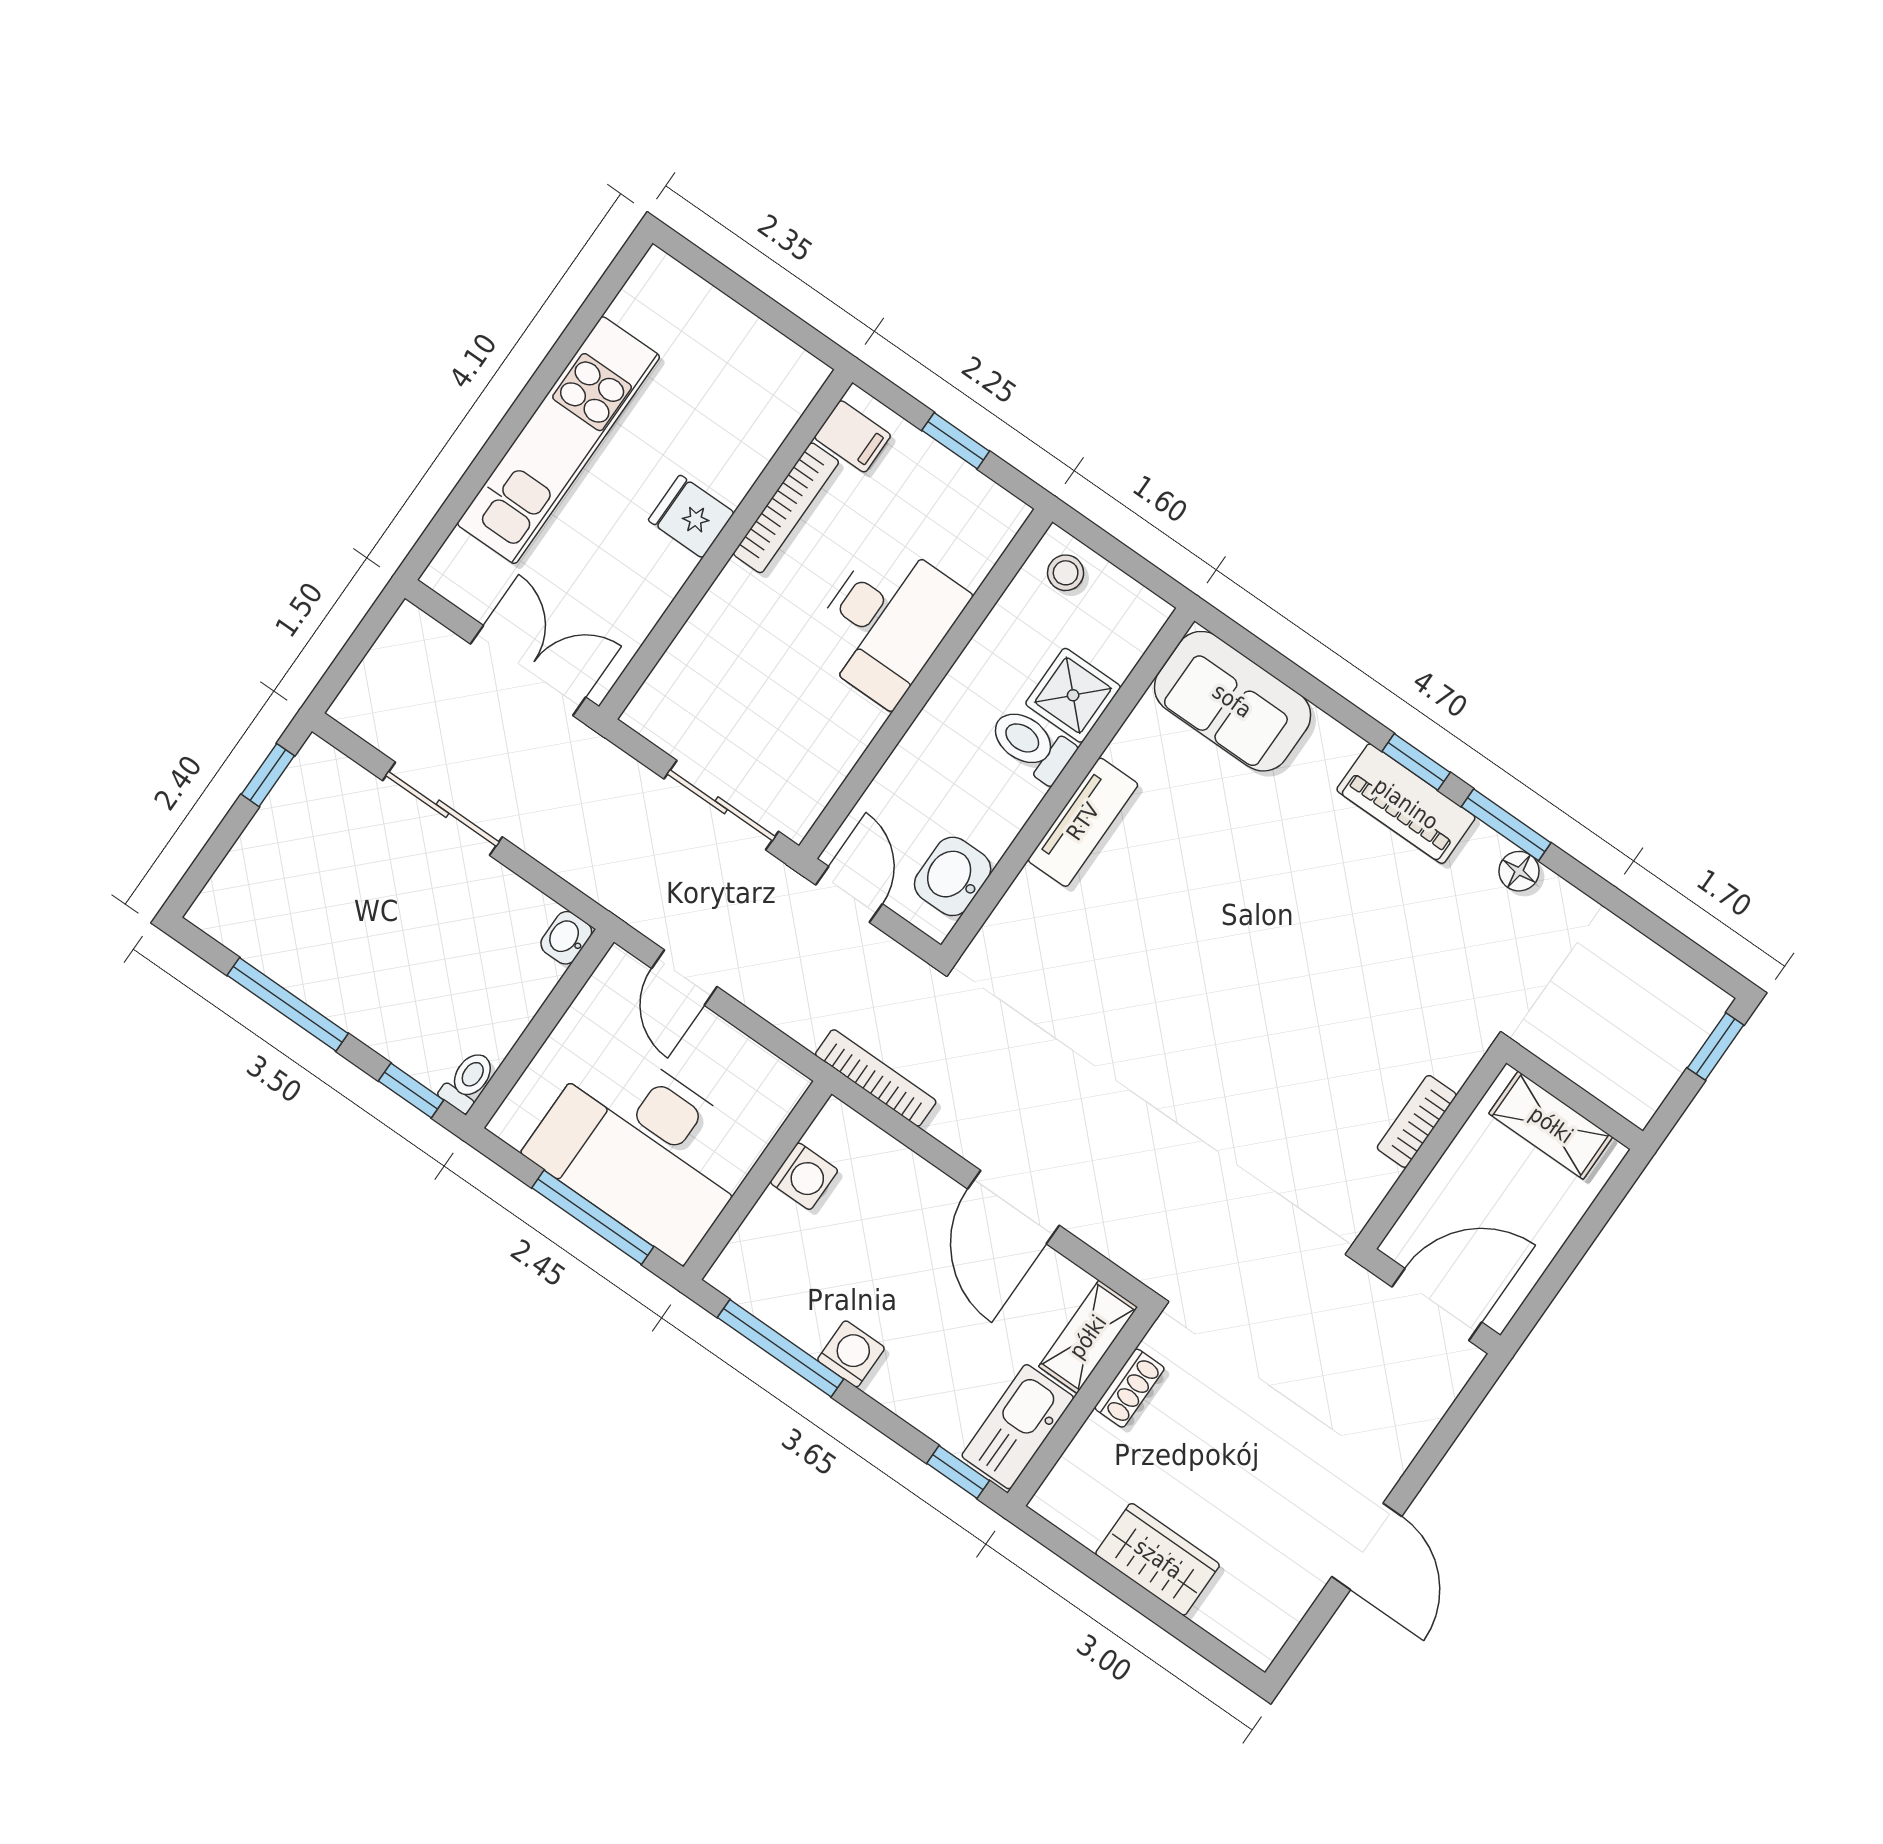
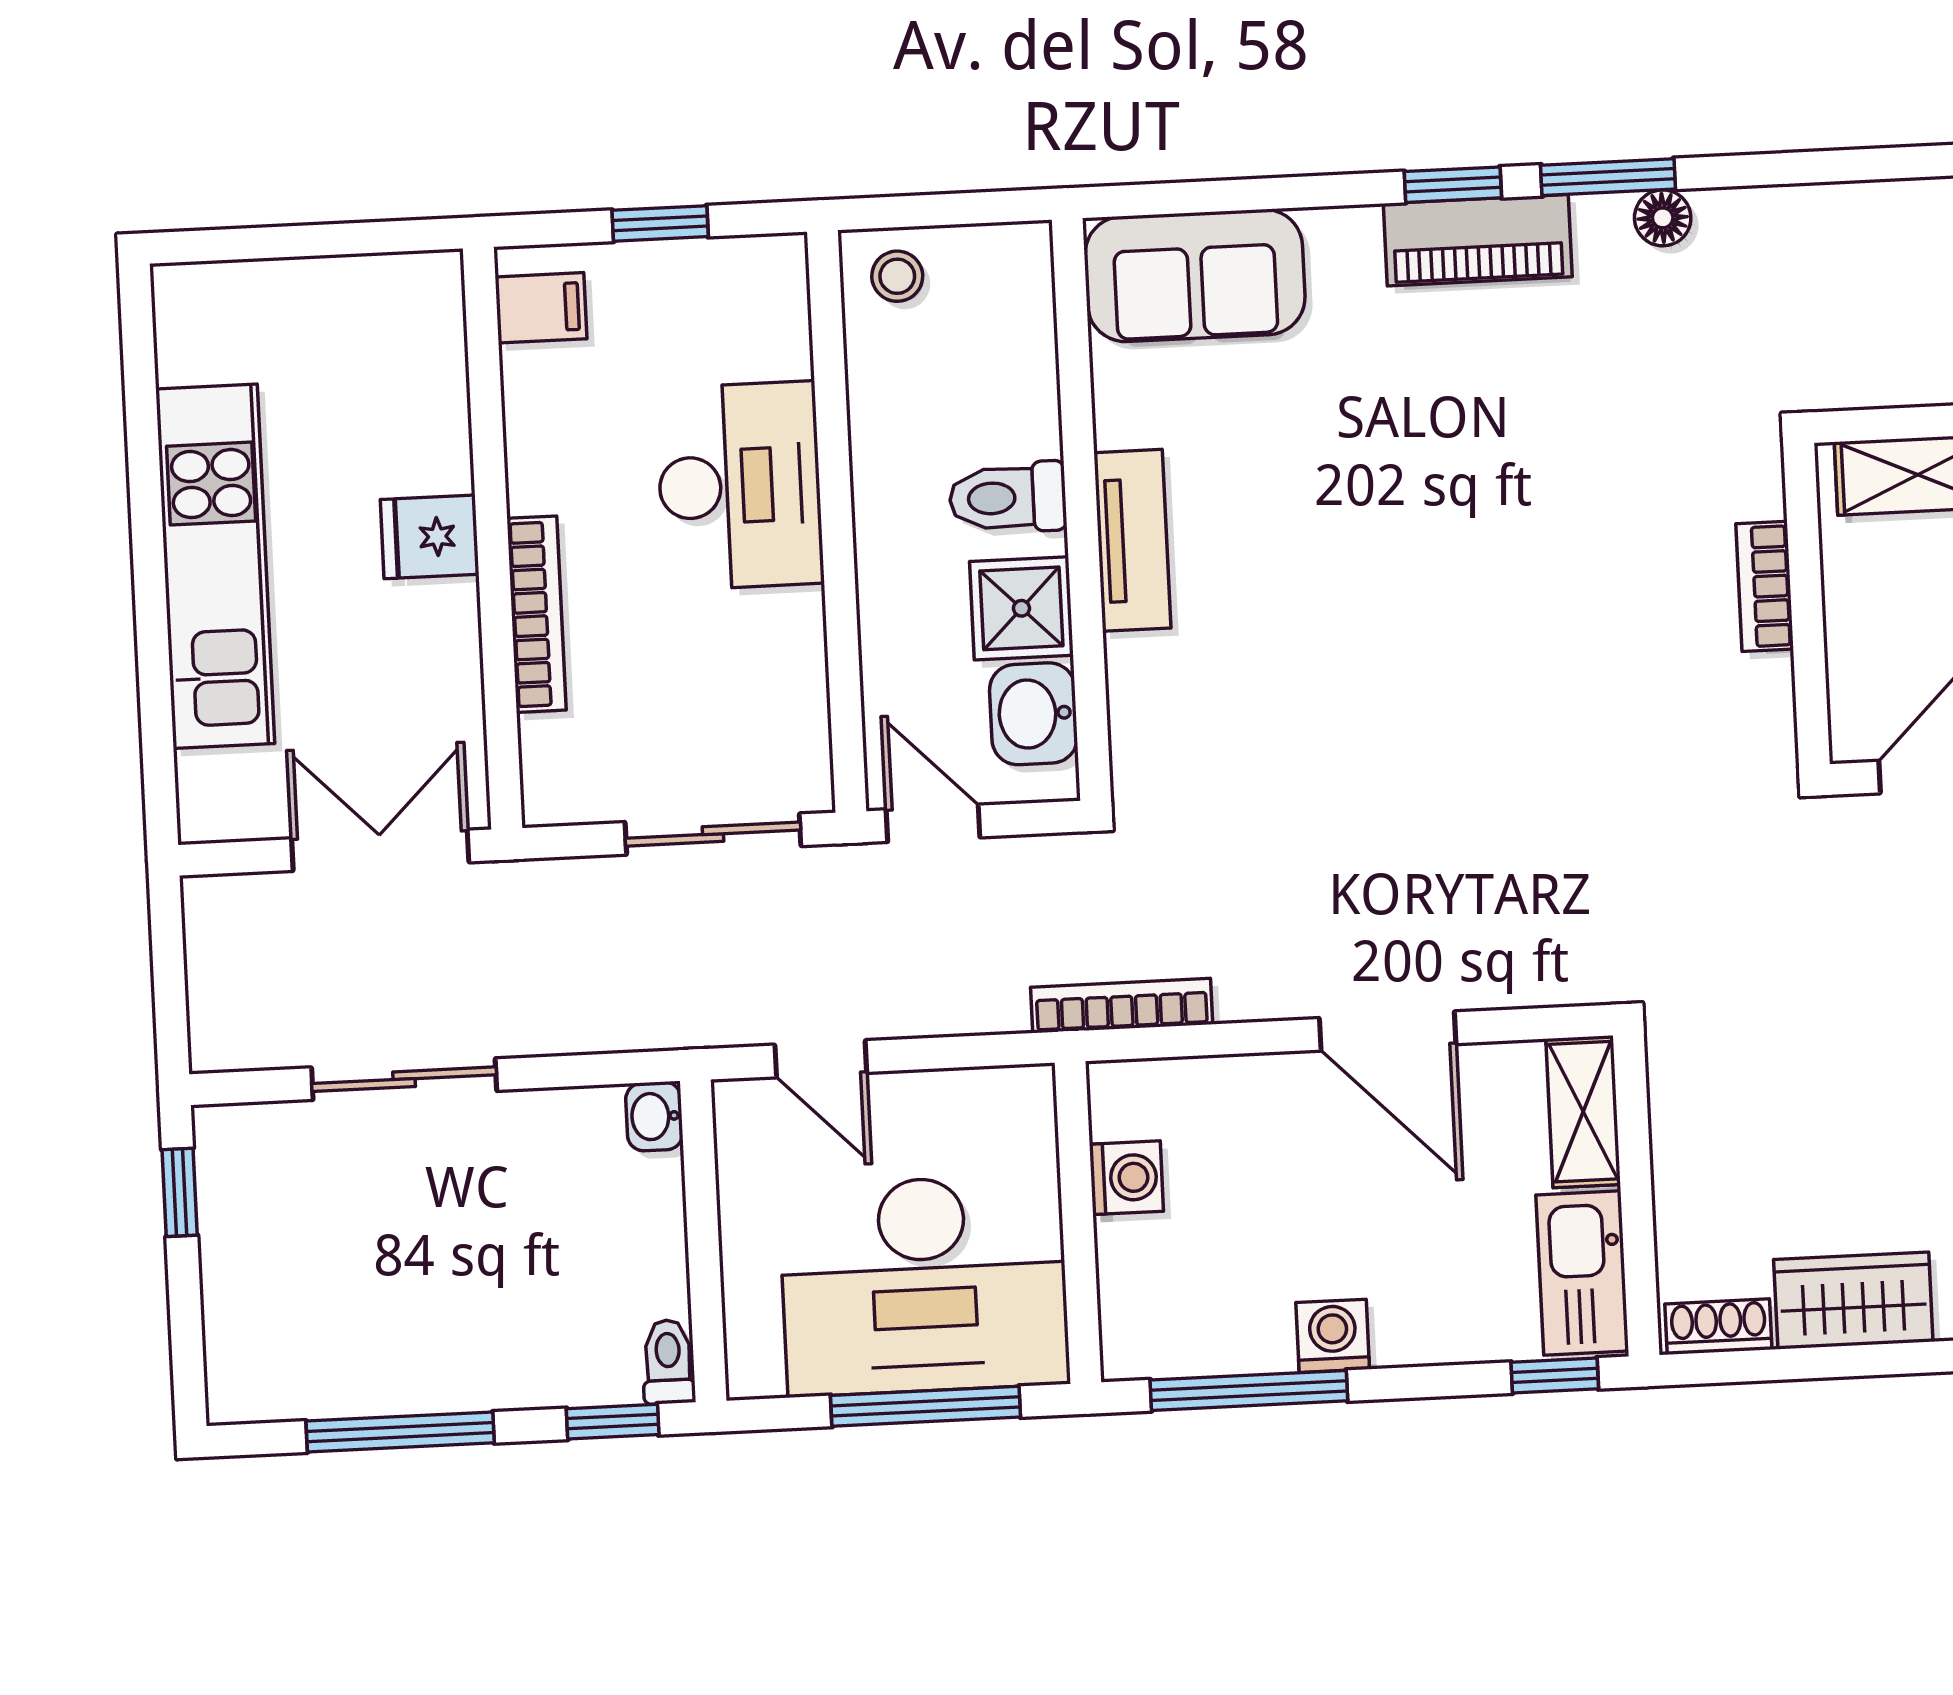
bookcase: (786, 508) -> (537, 614), moved
shower: (1073, 695) -> (1021, 608), moved
shoe rack: (1130, 1388) -> (1718, 1327), moved, turned -90

